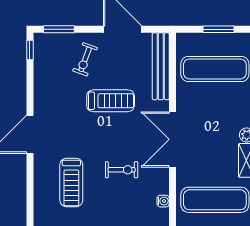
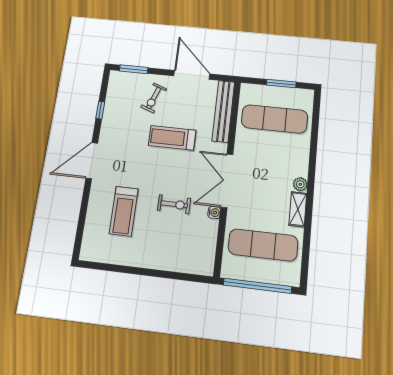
window: (30, 50) -> (100, 110), moved
treadmill: (111, 101) -> (172, 138), turned 180
water cooler: (163, 201) -> (214, 213), moved

